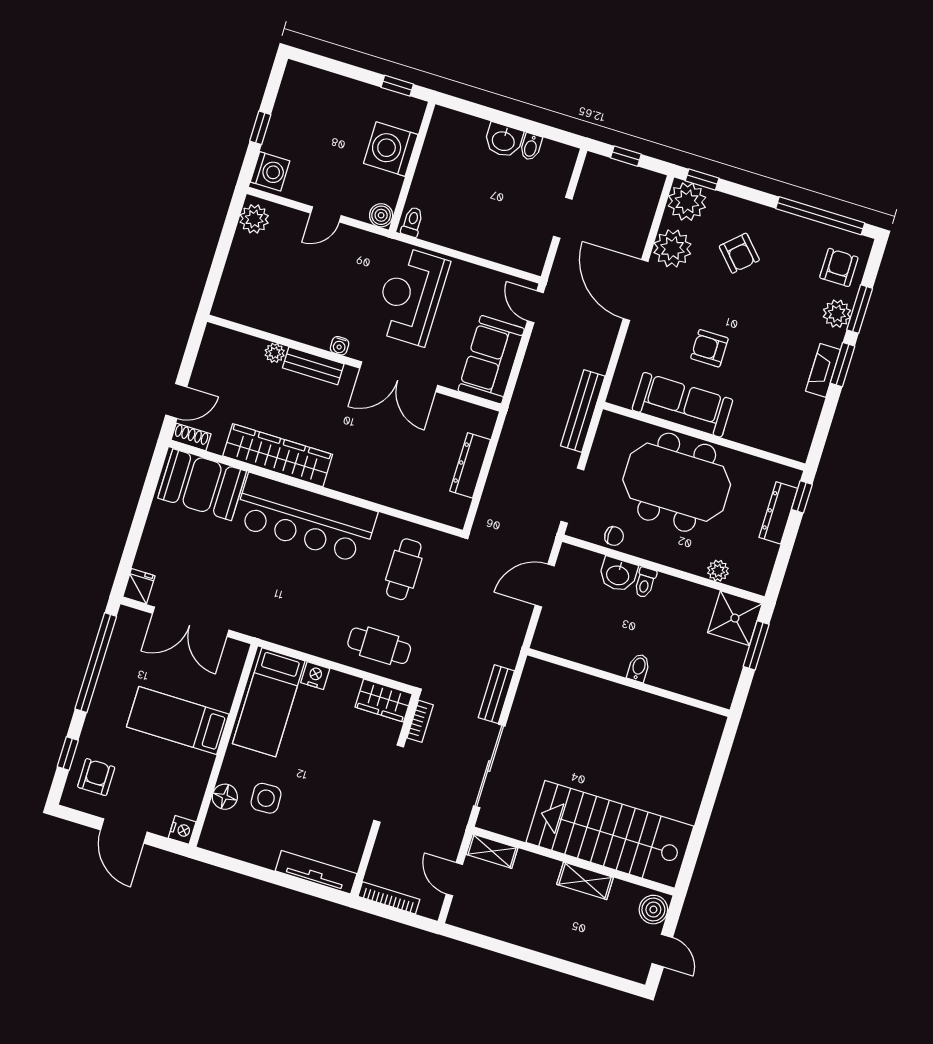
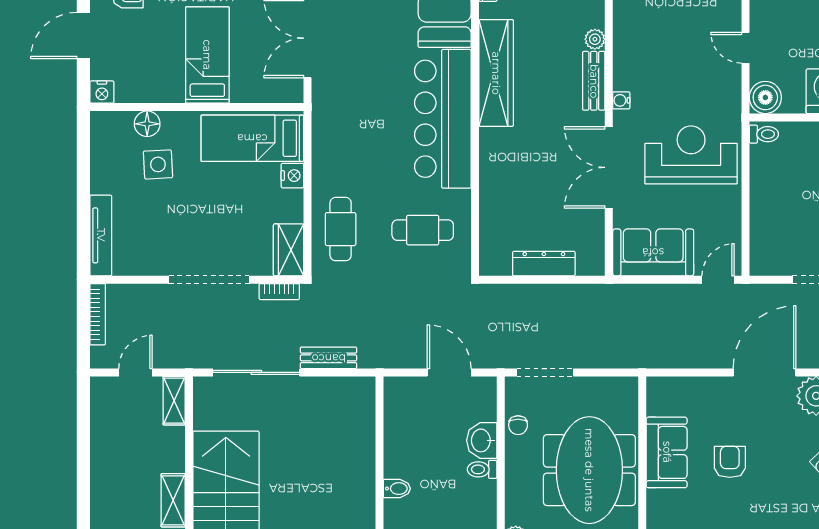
boiler: (381, 215) -> (765, 97), width x1.36, depth x1.36
sofa: (682, 405) -> (667, 452), width x0.73
bench: (583, 411) -> (631, 357), removed

